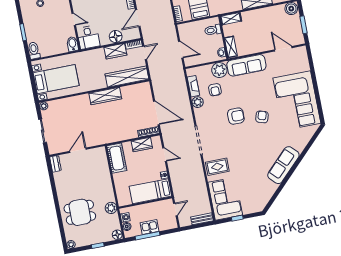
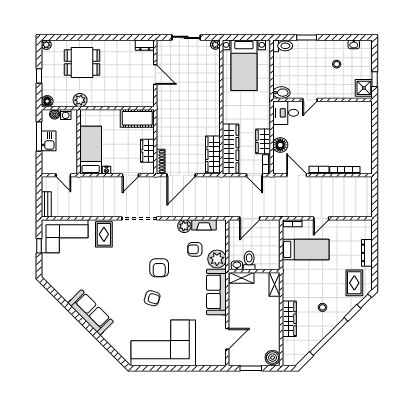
toilet: (213, 30) -> (249, 261), moved
wardrobe: (105, 96) -> (213, 154), moved
dining table: (80, 212) -> (82, 62), turned 90

